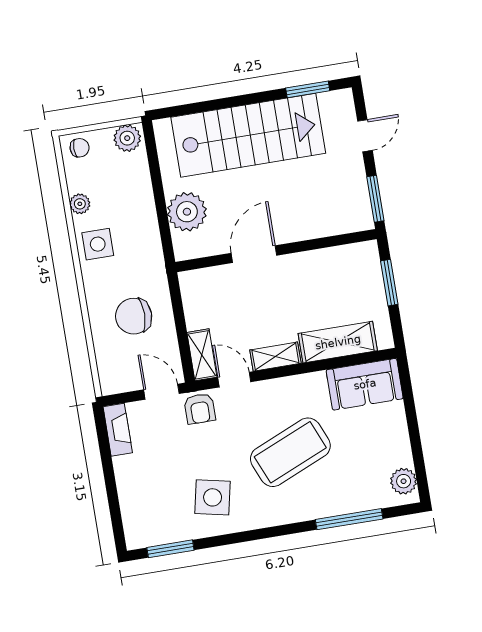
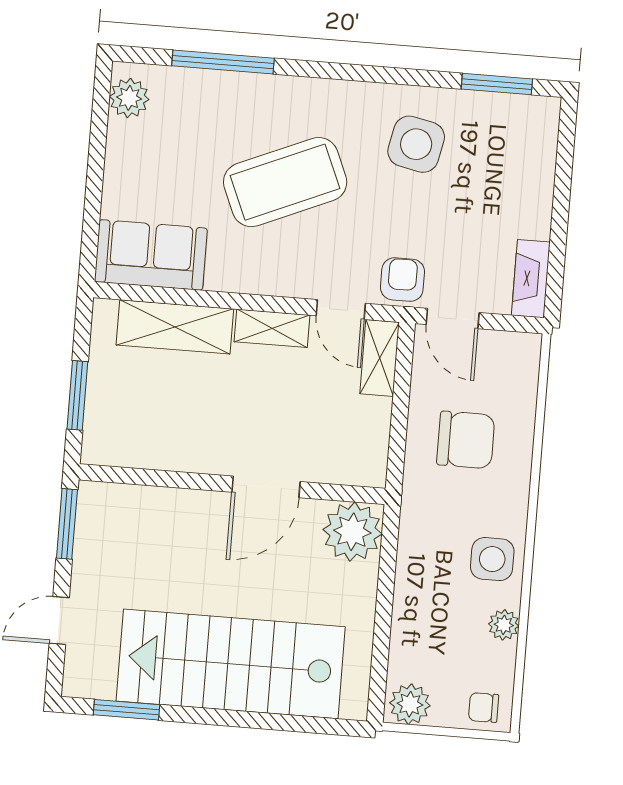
plant: (187, 212) -> (352, 532), moved

